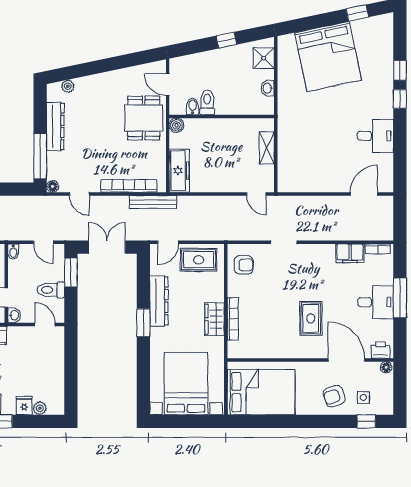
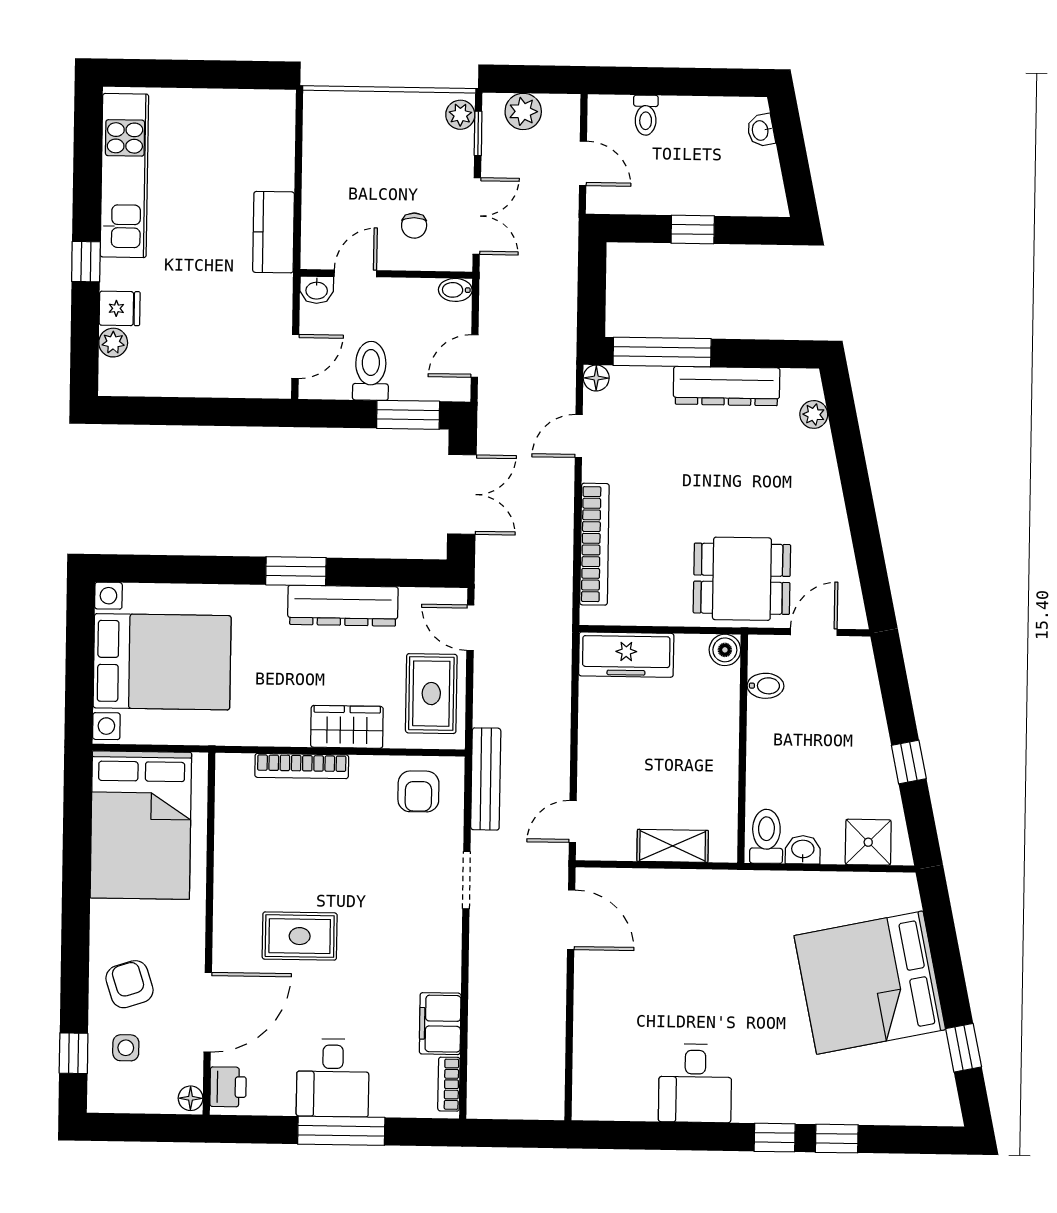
toilet: (207, 102) -> (766, 836), moved, turned -90
door: (364, 194) -> (571, 920), moved
bench: (153, 202) -> (486, 779), moved
wardrobe: (214, 319) -> (347, 727), moved

